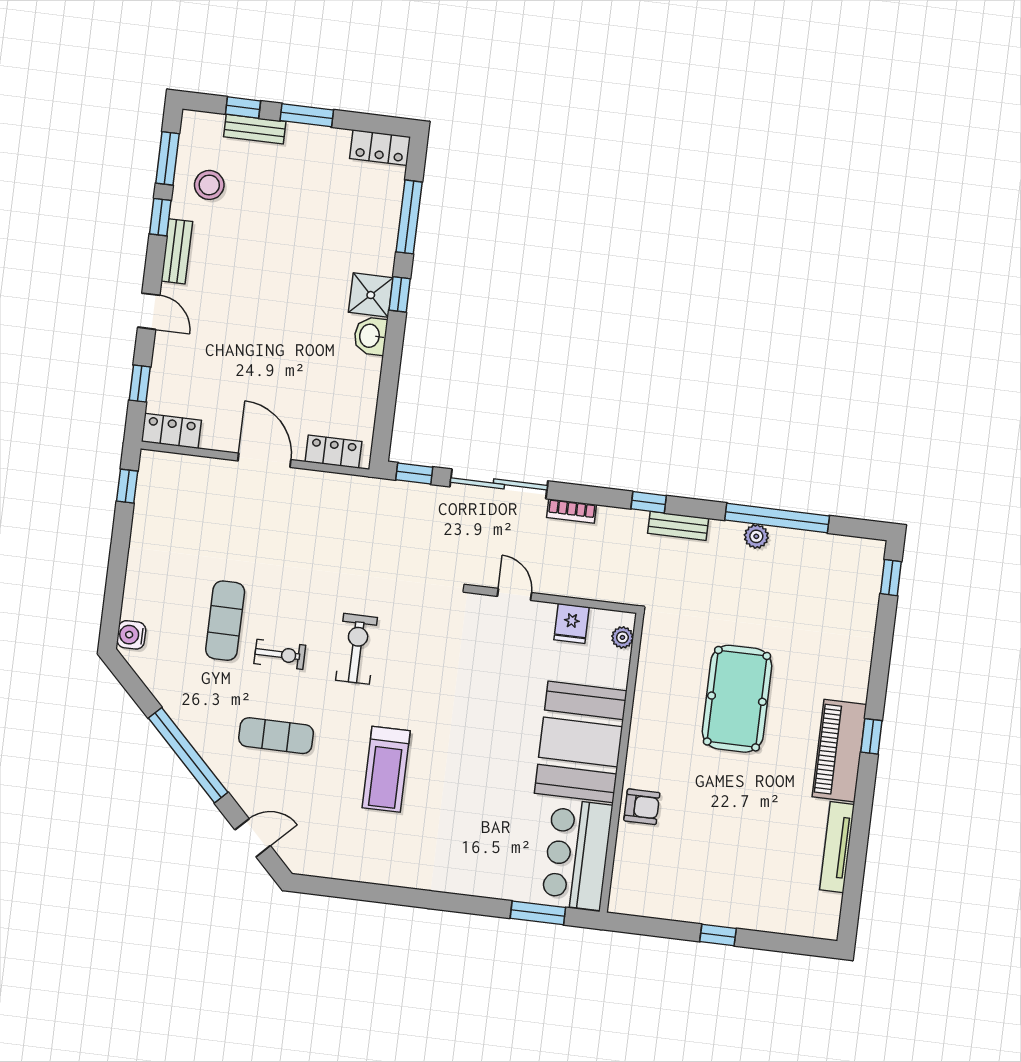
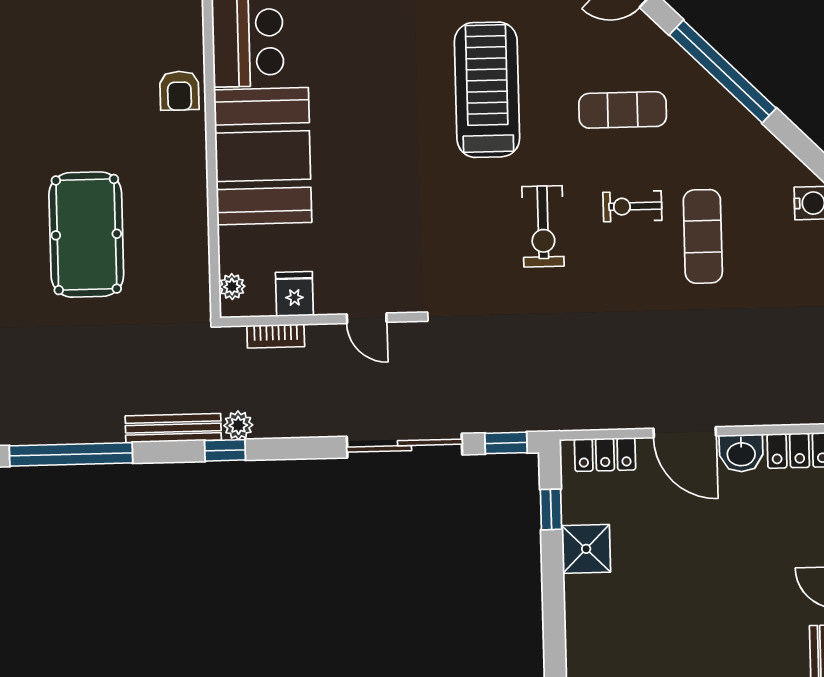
window: (400, 294) -> (551, 509), moved
shower: (371, 295) -> (586, 549), moved
washbasin: (370, 336) -> (741, 453), moved, turned 90
bookcase: (572, 511) -> (276, 336), moved, turned 180
bench: (678, 526) -> (173, 428), width x1.36
plant: (756, 536) -> (238, 425), moved
treadmill: (386, 769) -> (487, 90), width x1.37, depth x1.38
armchair: (642, 807) -> (179, 91), turned -90

